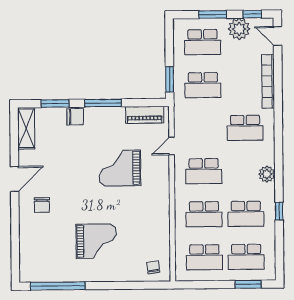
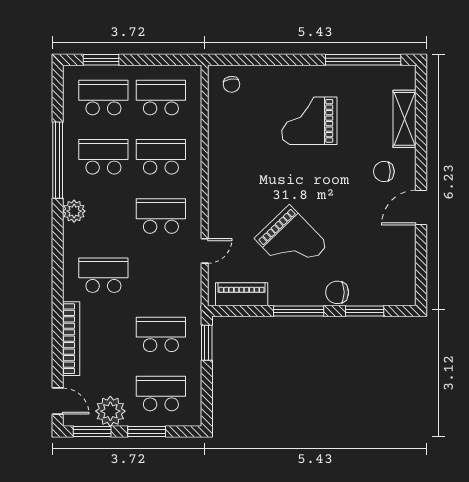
window: (252, 14) -> (92, 431), width x1.50
shelving: (26, 128) -> (405, 119), moved
grand piano: (120, 168) -> (291, 242), moved, turned 46
chair: (42, 205) -> (384, 172), turned -90
window: (279, 211) -> (58, 160), width x3.17

